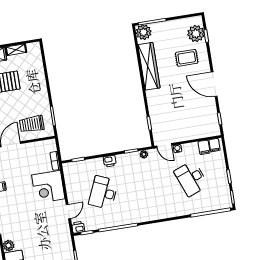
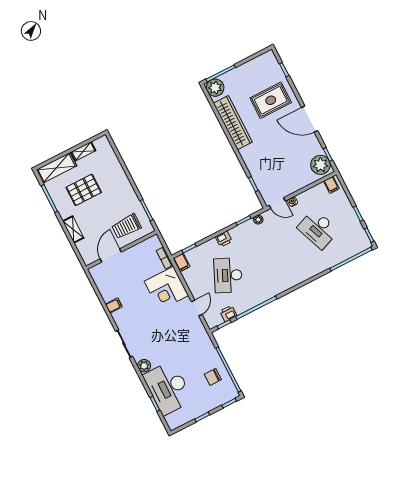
plant: (196, 34) -> (321, 165), moved
rug: (187, 58) -> (271, 100), width x1.36, depth x1.43
filing cabinet: (204, 147) -> (181, 263), moved
printer: (78, 227) -> (228, 314), moved

